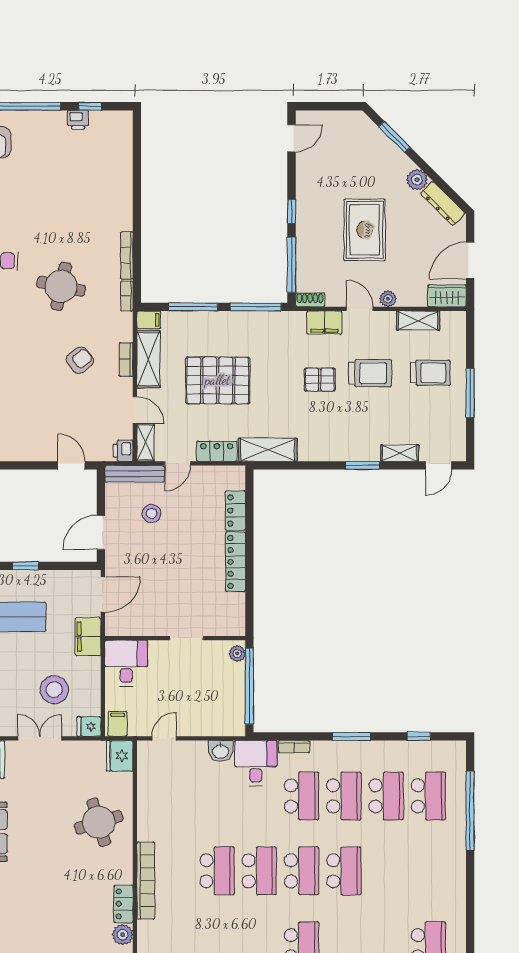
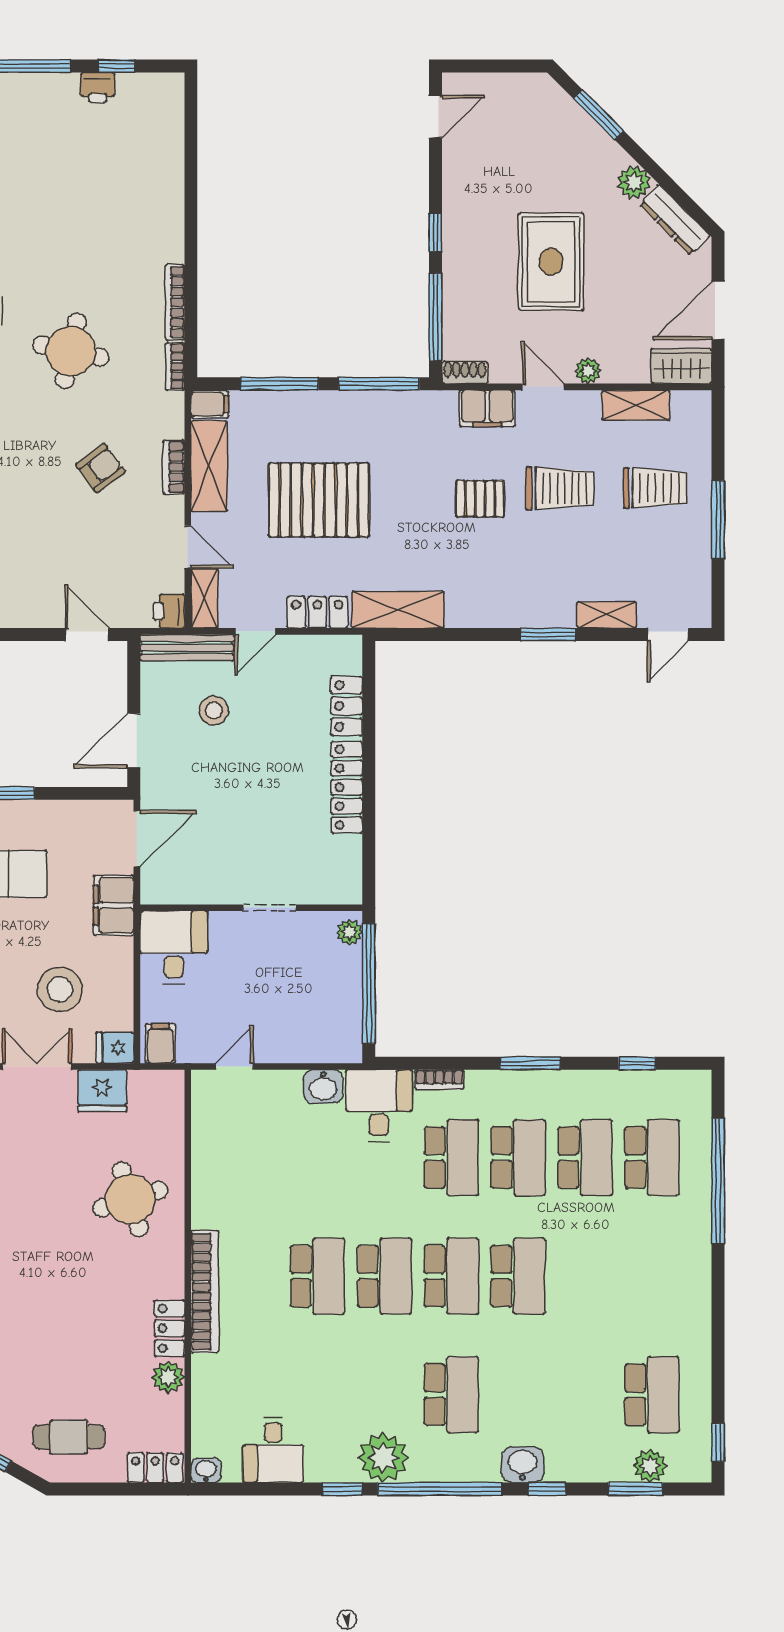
fridge: (120, 756) -> (102, 1091), moved, turned -90

